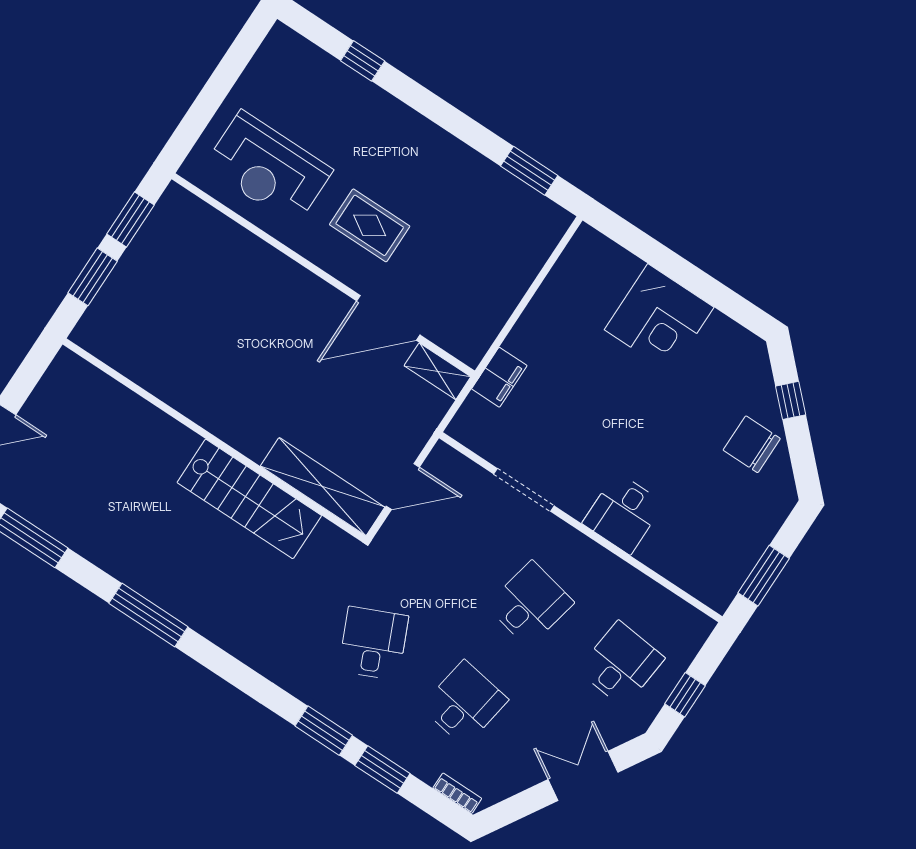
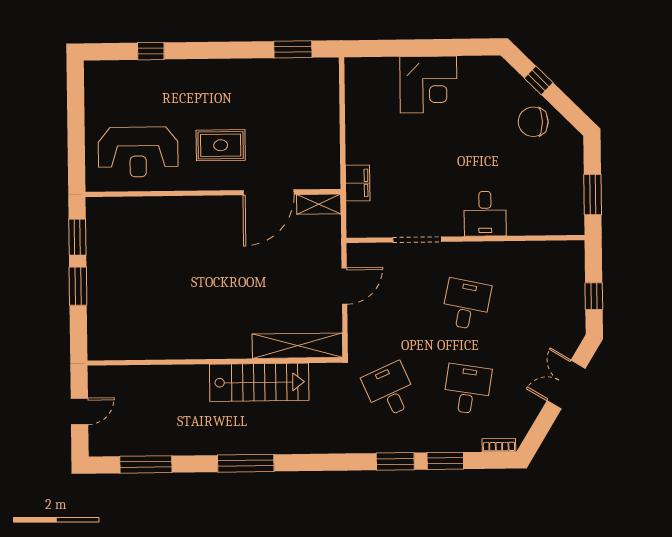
wall: (214, 440) -> (215, 362), moved
shelving: (323, 487) -> (297, 346), moved
stairs: (249, 499) -> (259, 382), moved
desk: (621, 664) -> (544, 303), removed

